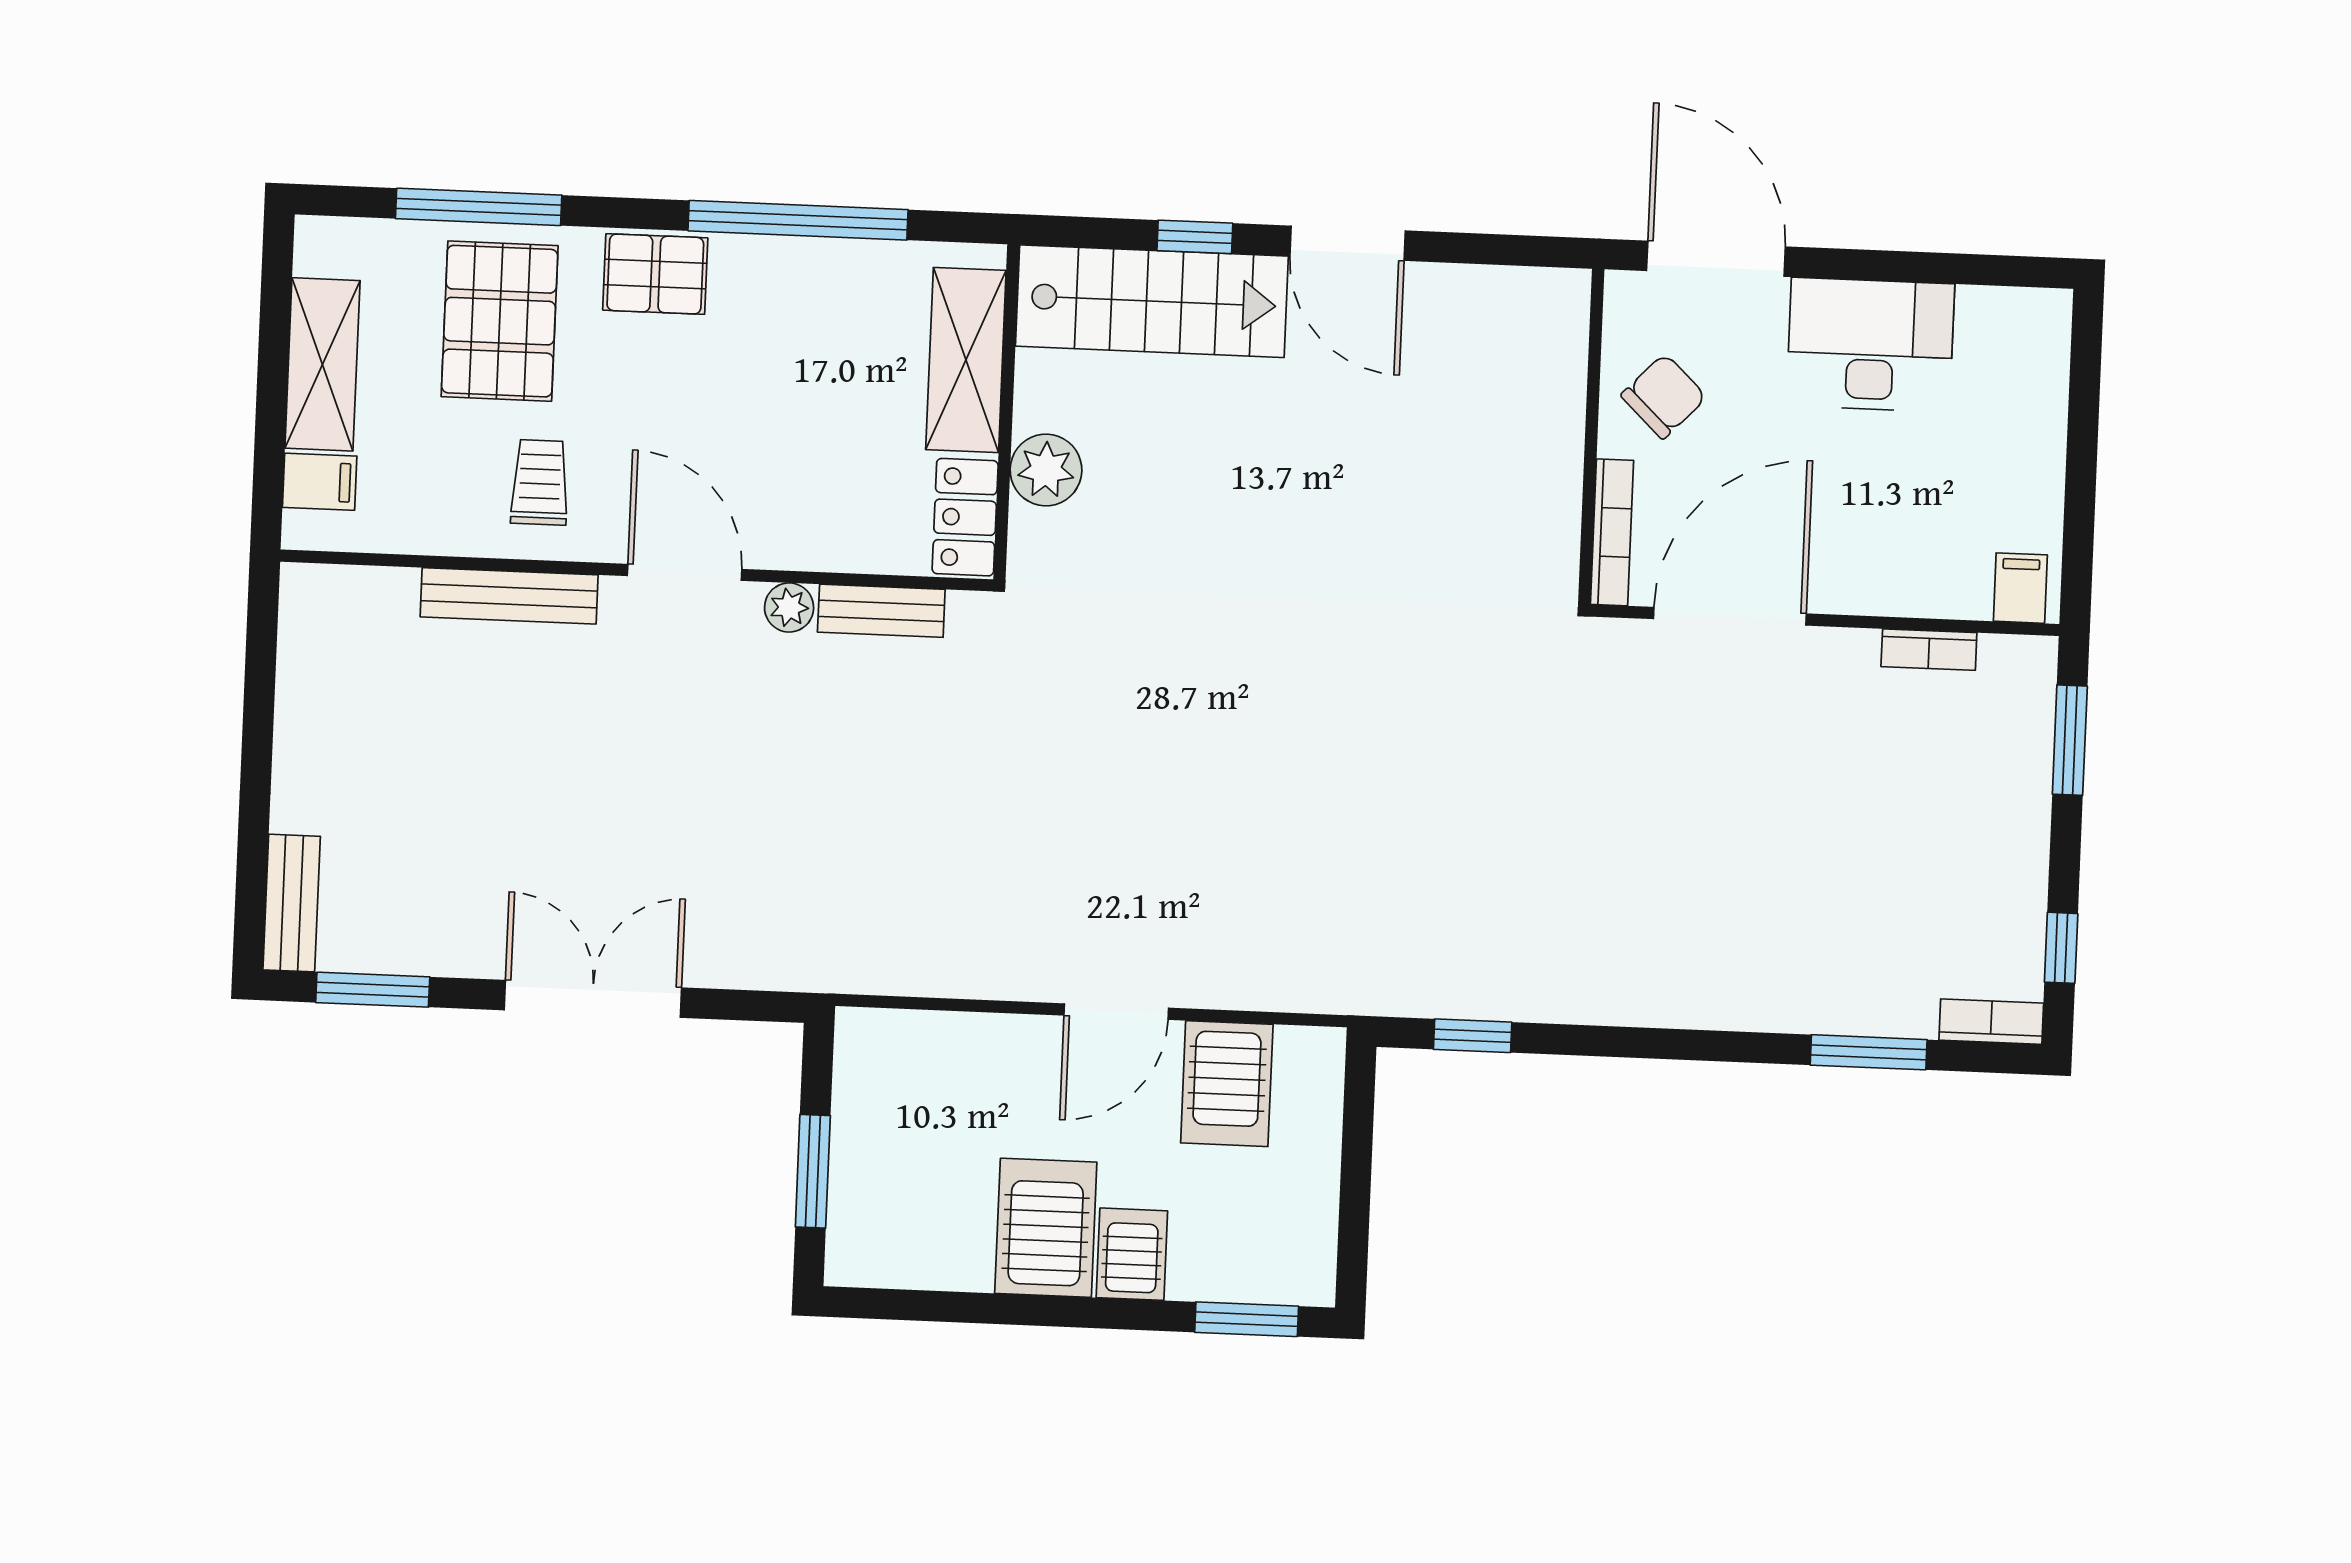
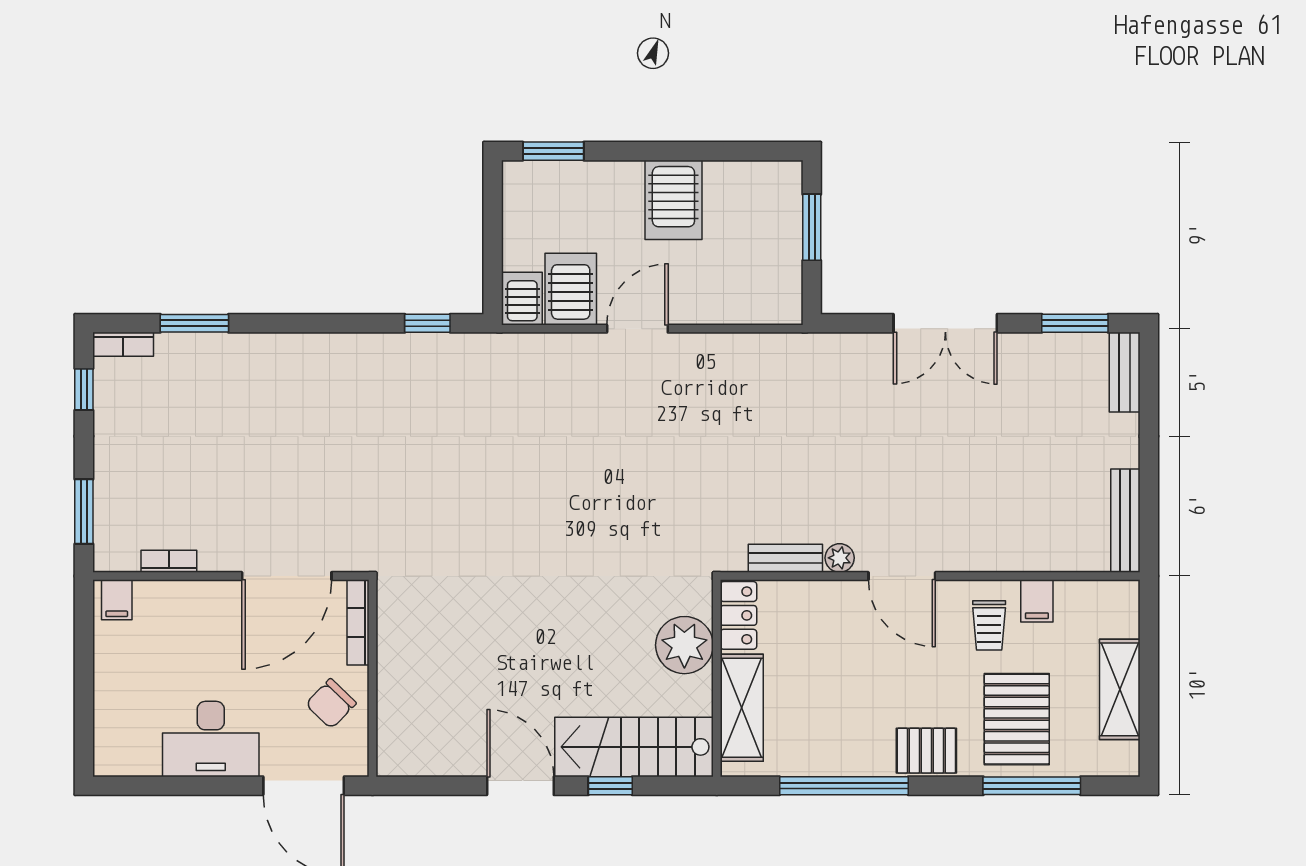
plant: (1046, 470) -> (684, 645), width x1.36, depth x1.36
filing cabinet: (320, 482) -> (1037, 601), moved, turned -90
bench: (509, 596) -> (1125, 521), moved, turned 90
server rack: (1132, 1254) -> (522, 299), moved, turned 180

